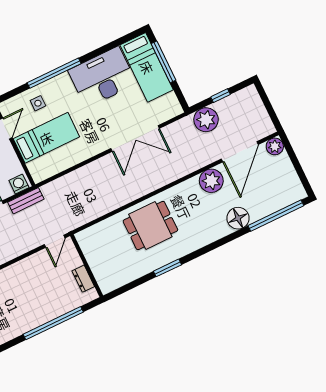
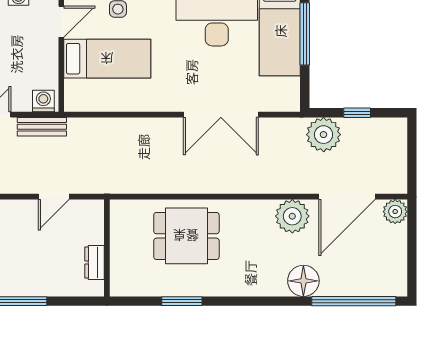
wall: (87, 266) -> (107, 248), moved
dresser: (83, 279) -> (94, 263), moved

